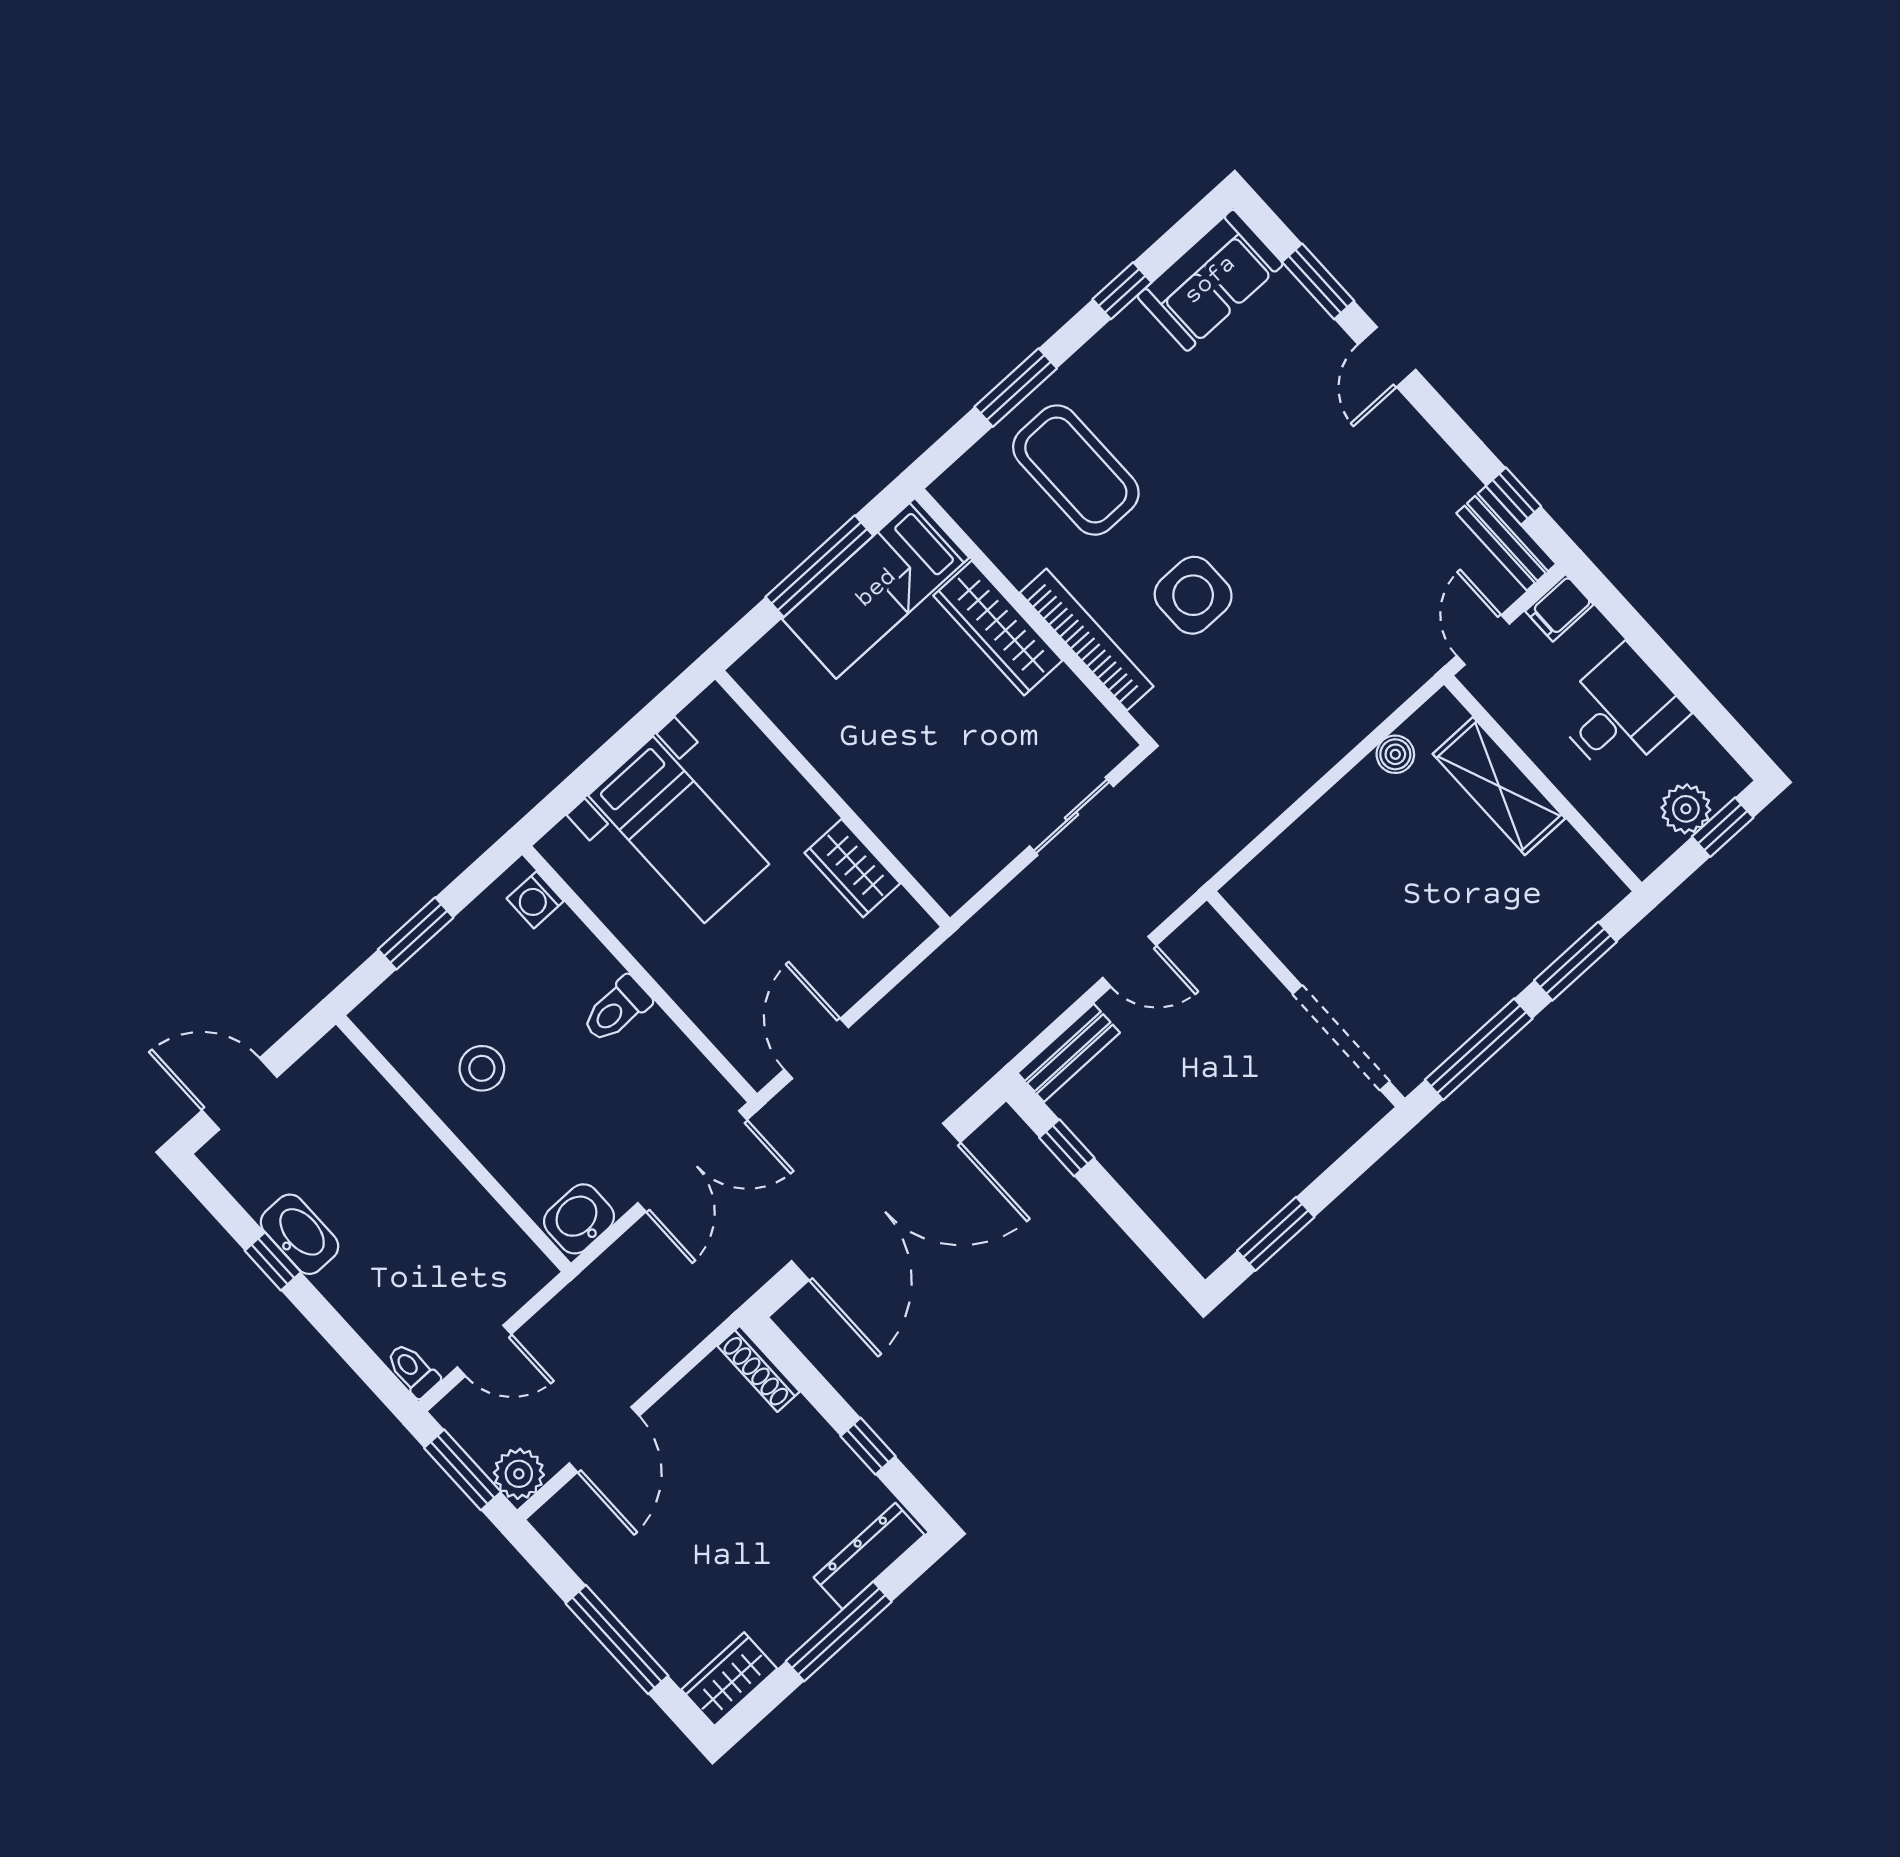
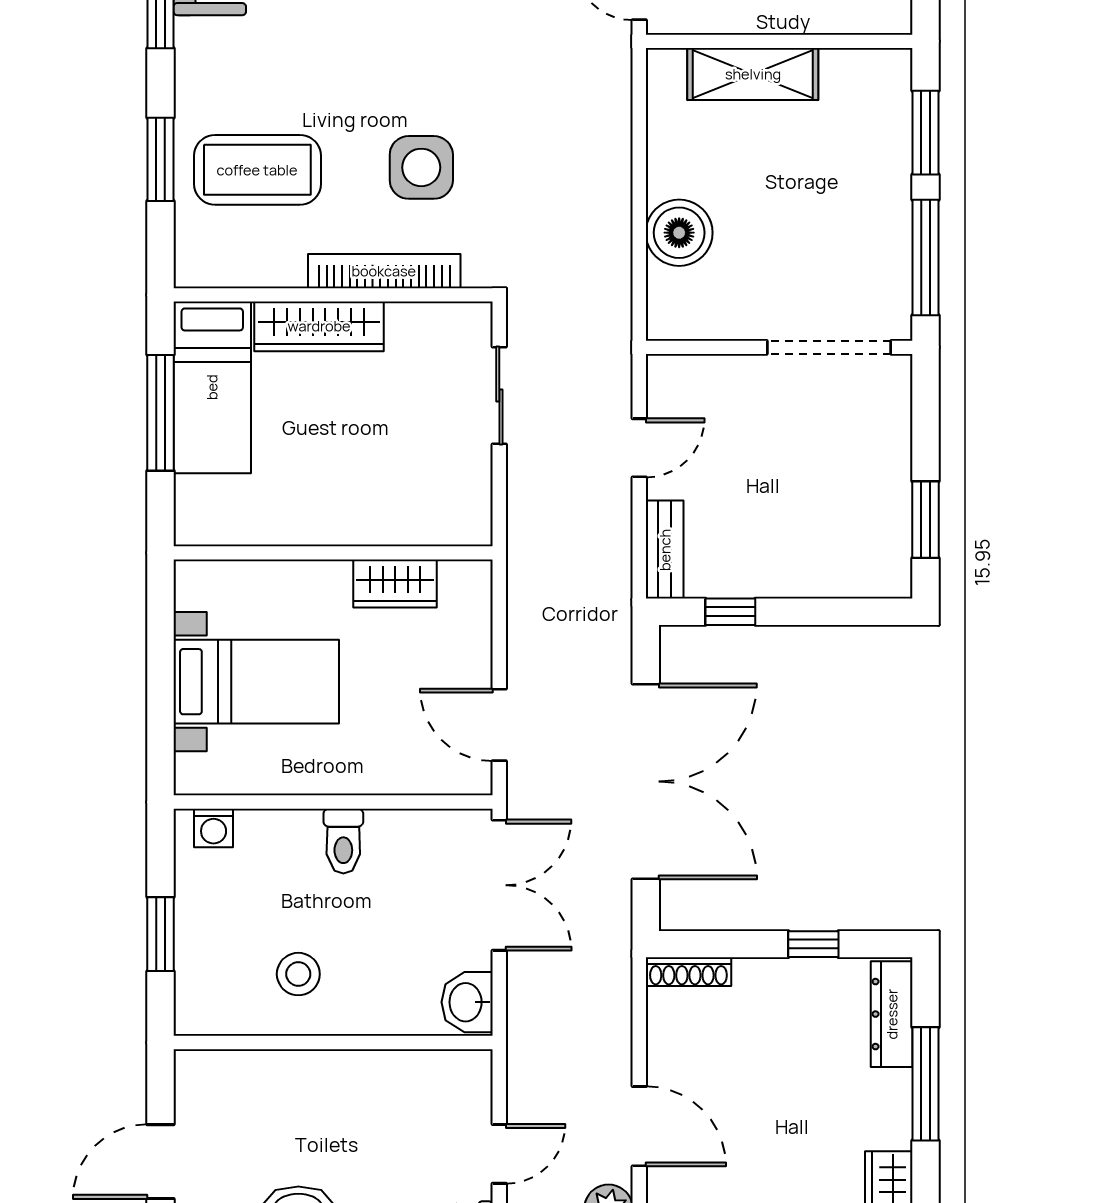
boiler: (1395, 754) -> (679, 233), moved, width x1.86, depth x1.86

